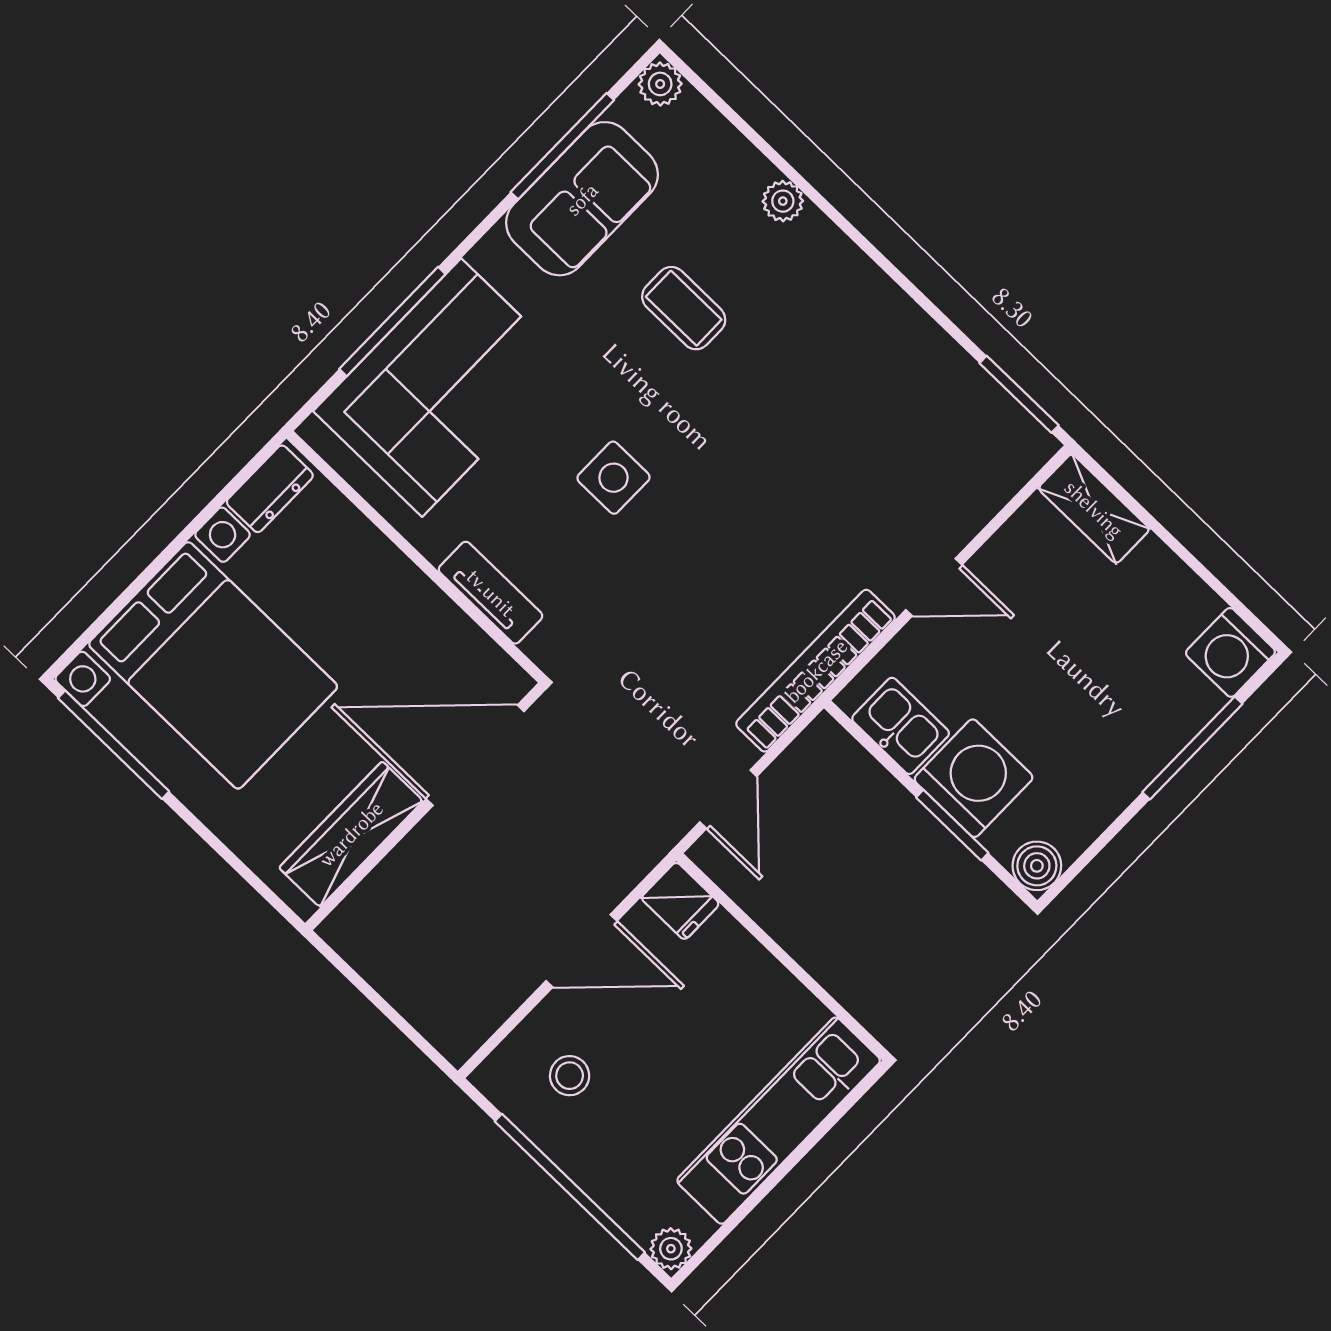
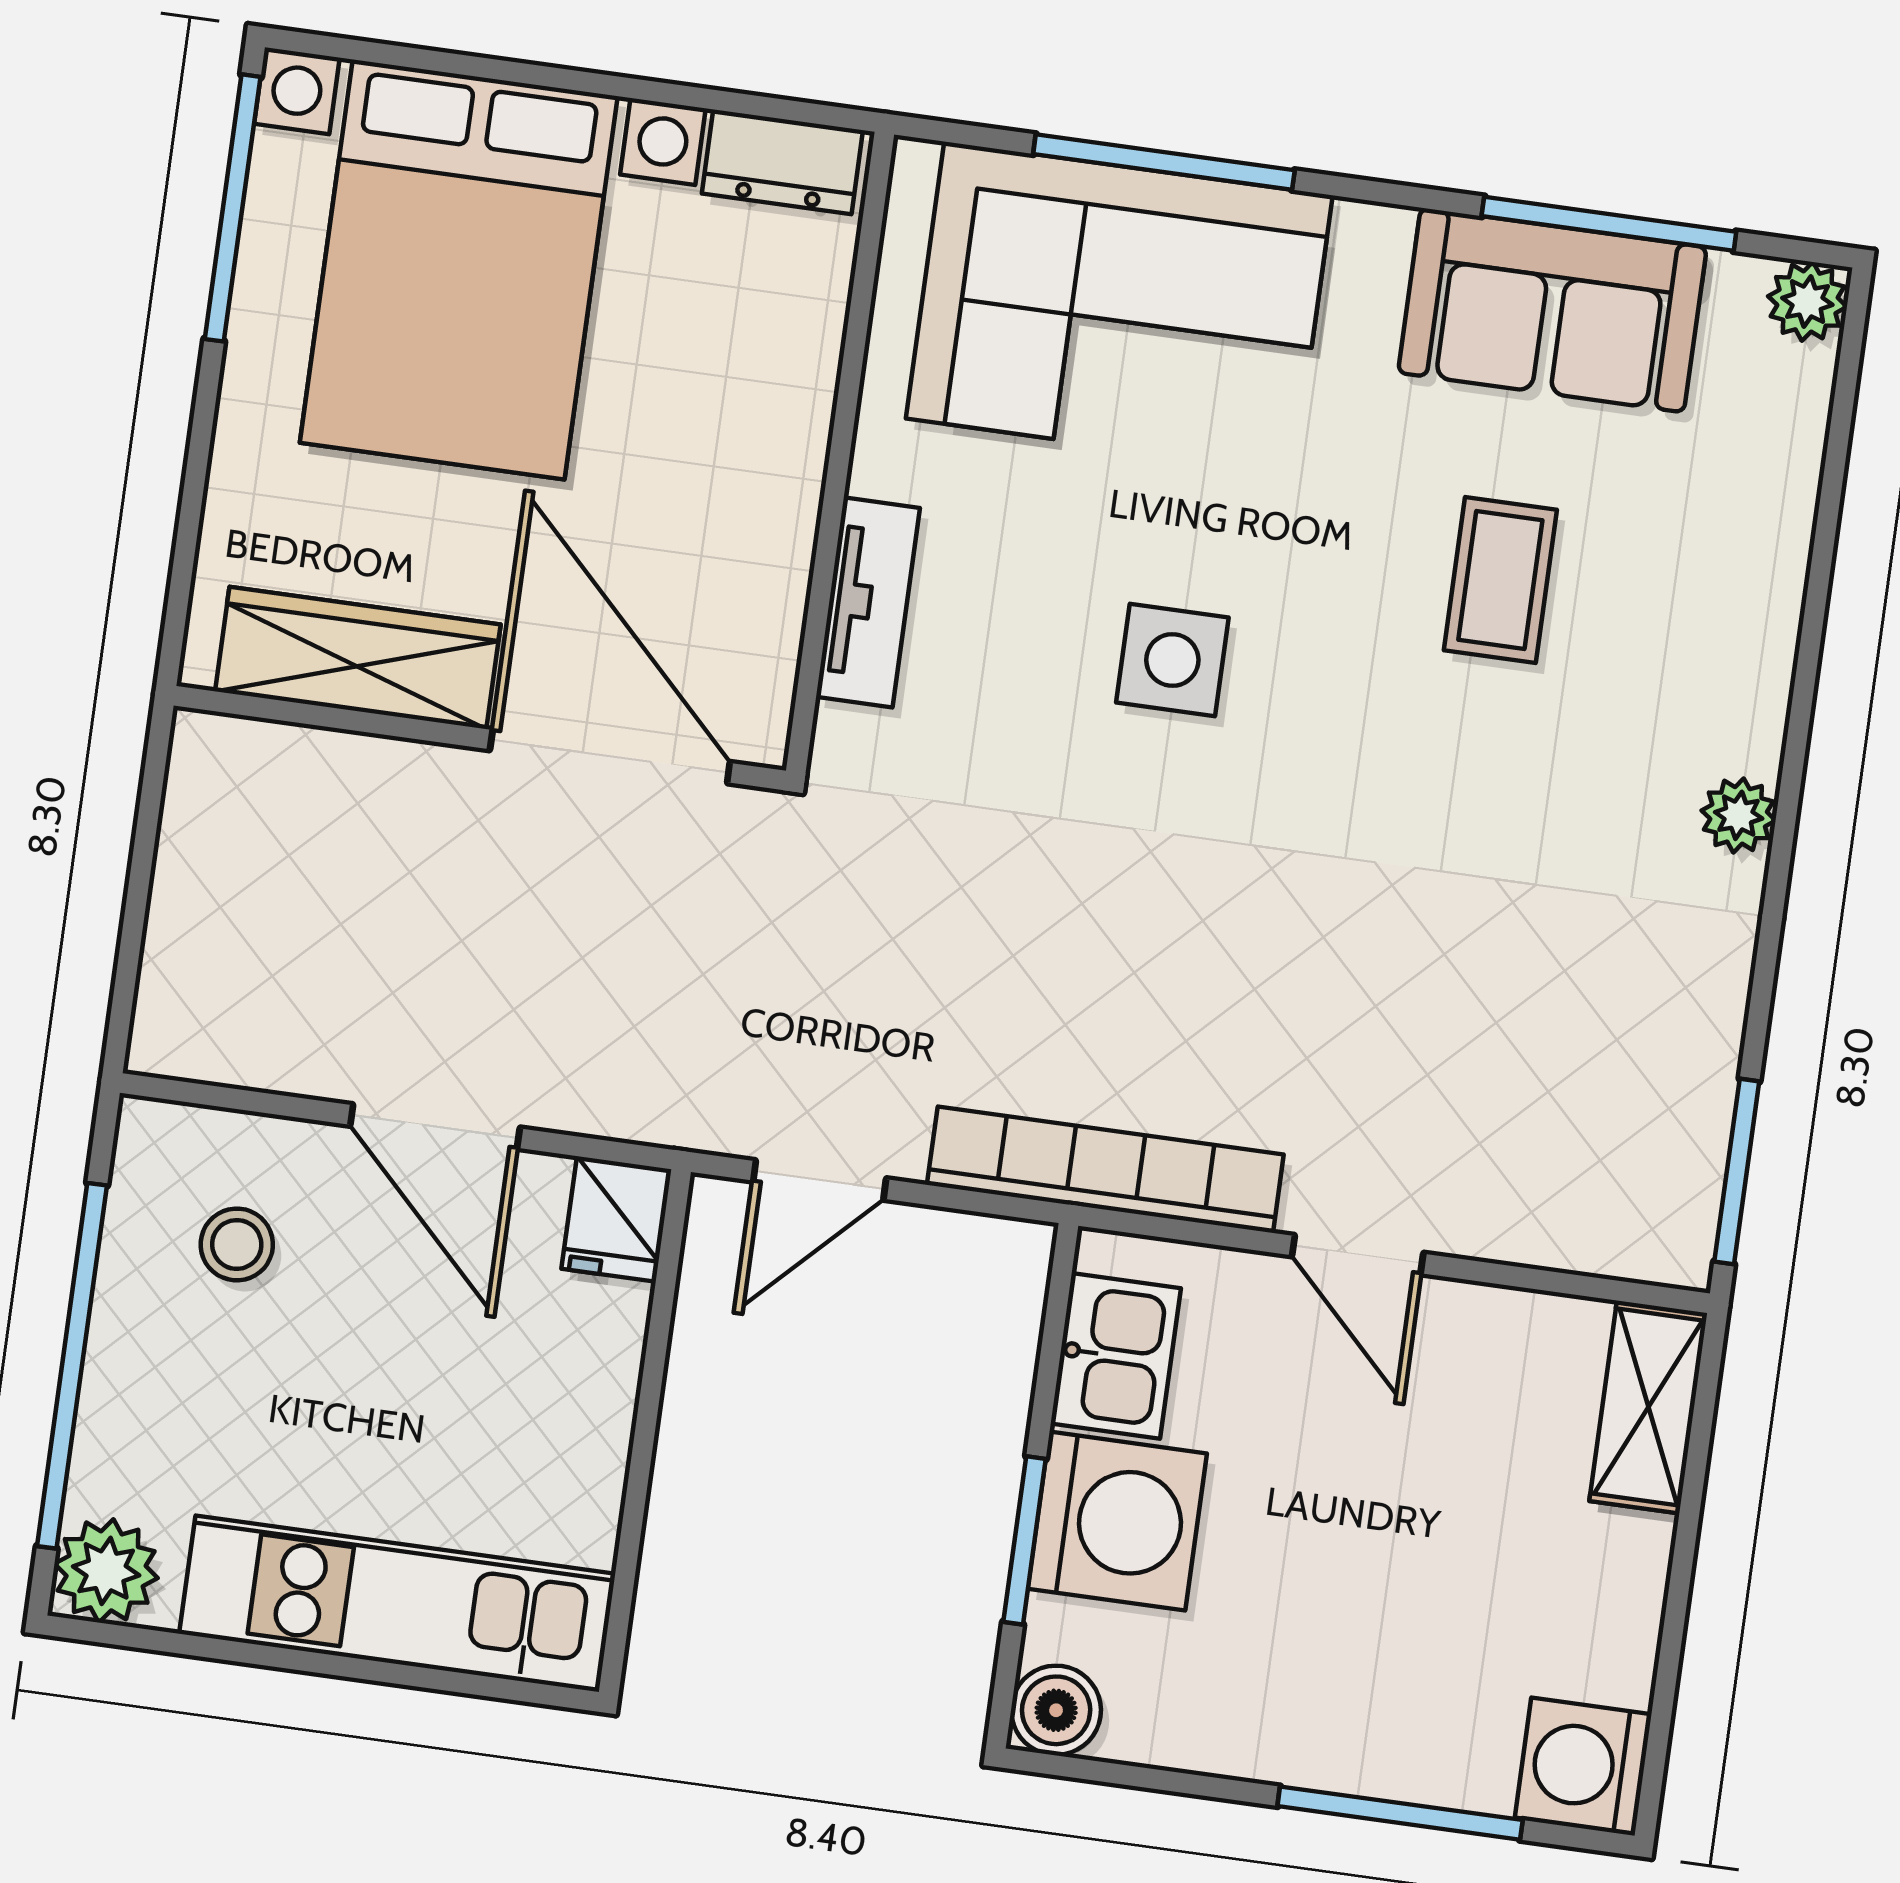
plant: (783, 201) -> (1739, 815), moved
plant: (671, 1249) -> (106, 1571), width x1.38, depth x1.38

